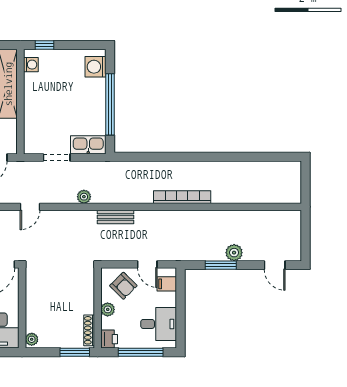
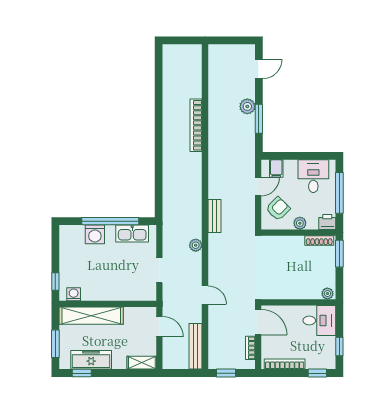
washing machine: (96, 67) -> (95, 234), moved
kitchen sink: (88, 145) -> (132, 234), moved, turned -90
bookcase: (182, 197) -> (196, 125), moved

